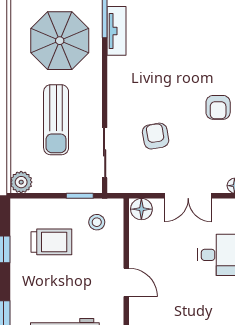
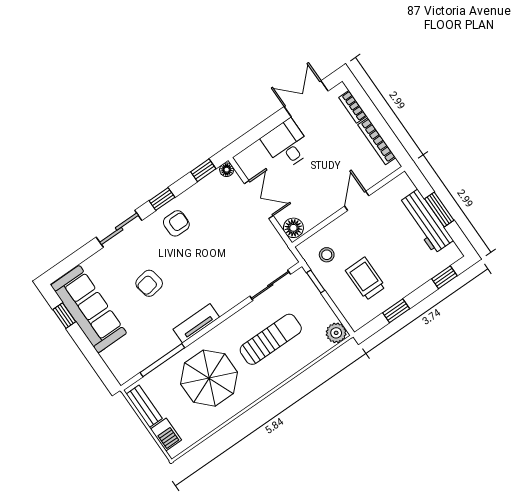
tv unit: (117, 31) -> (196, 323), moved
armchair: (156, 136) -> (149, 283), moved

